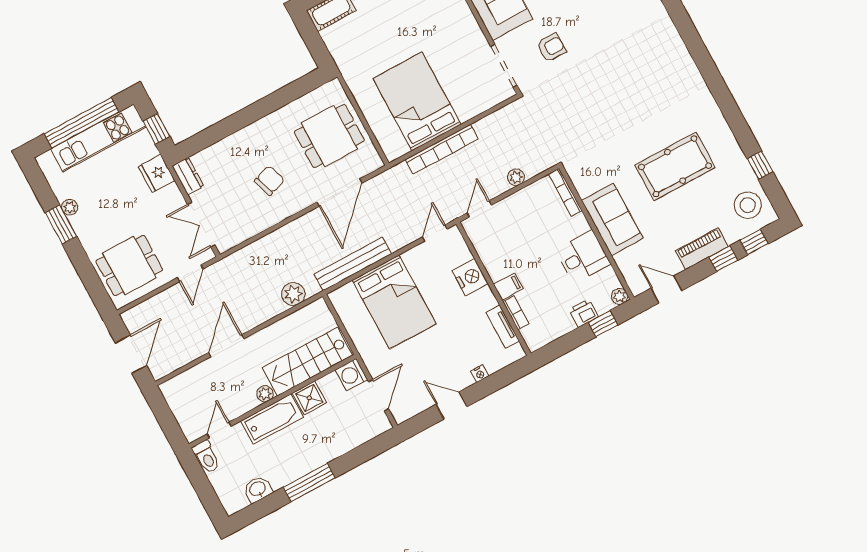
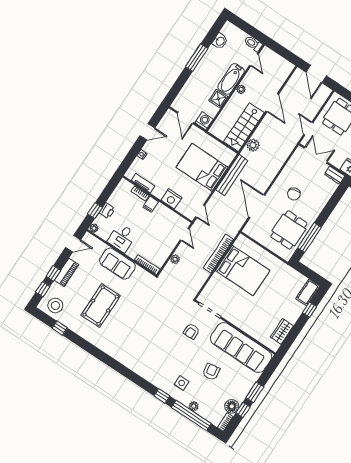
window: (281, 97) -> (309, 237), added
dining table: (329, 136) -> (289, 230), moved
stairs: (307, 362) -> (244, 127), moved, turned 180

